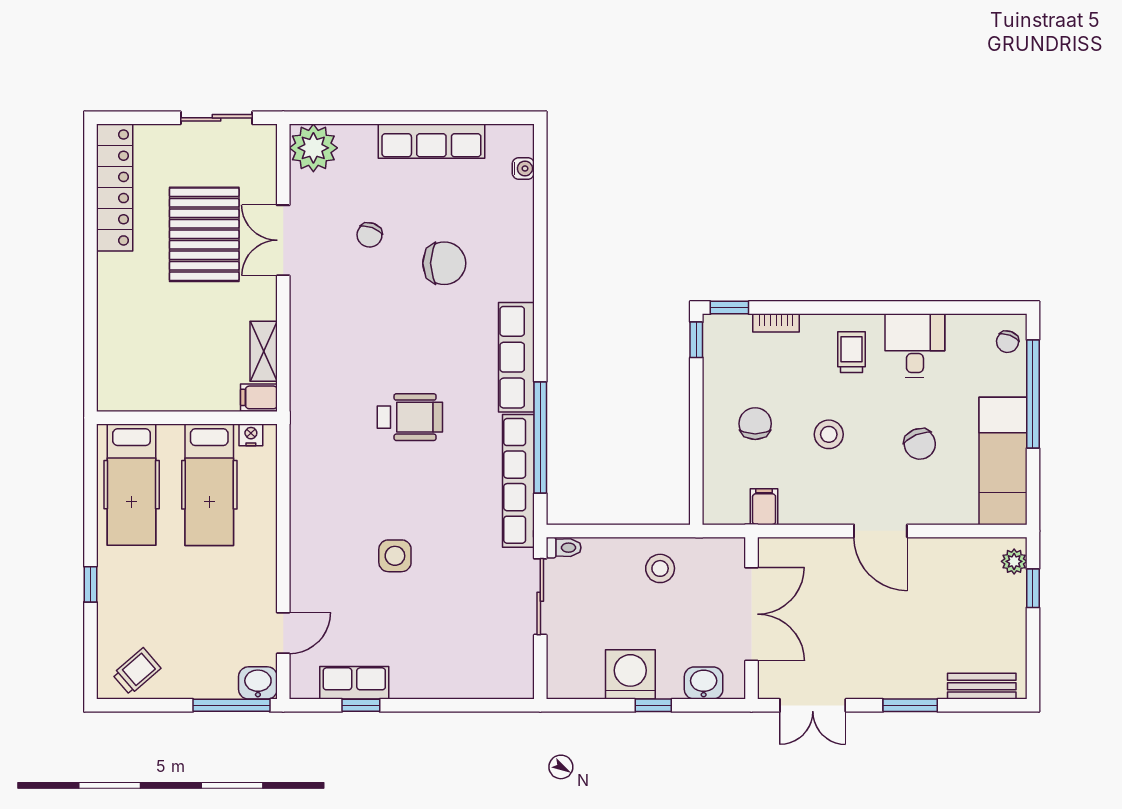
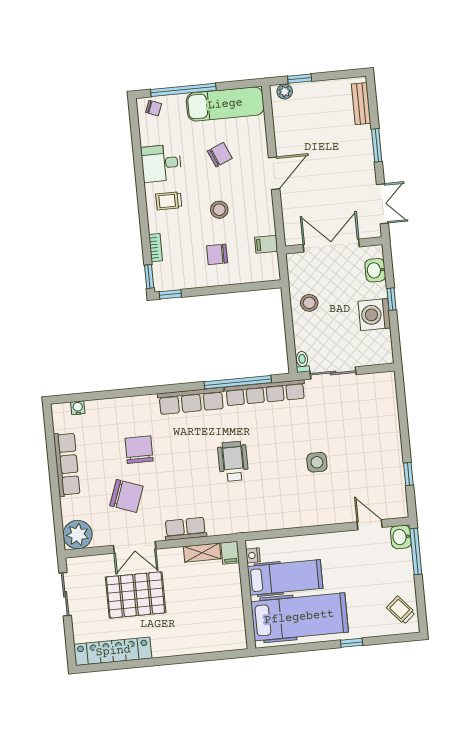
chair: (369, 235) -> (126, 496), width x1.87, depth x1.87
hospital bed: (132, 485) -> (299, 617), width x1.37, depth x1.29
row of seats: (354, 683) -> (185, 529), moved, turned 90

